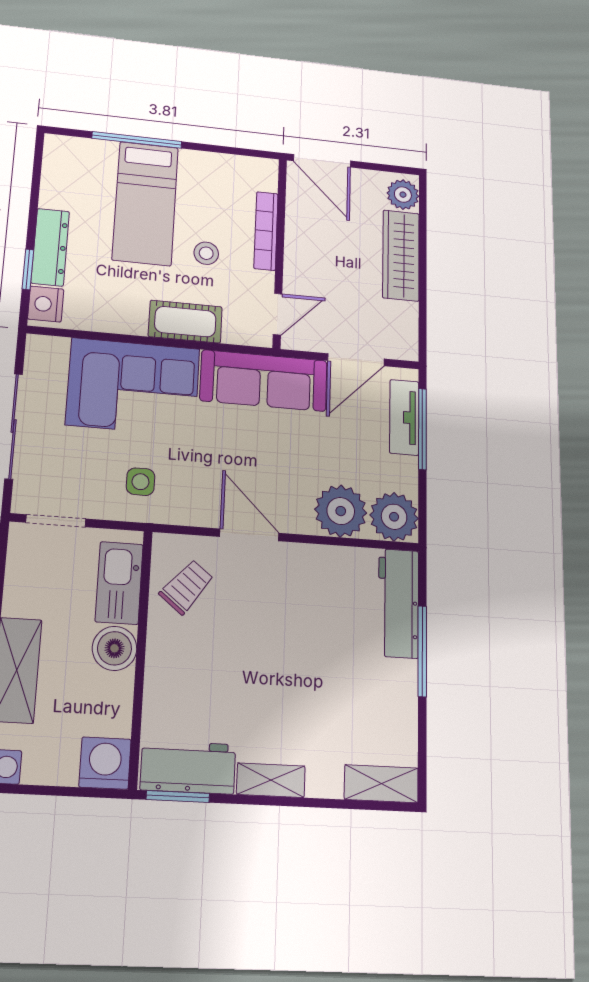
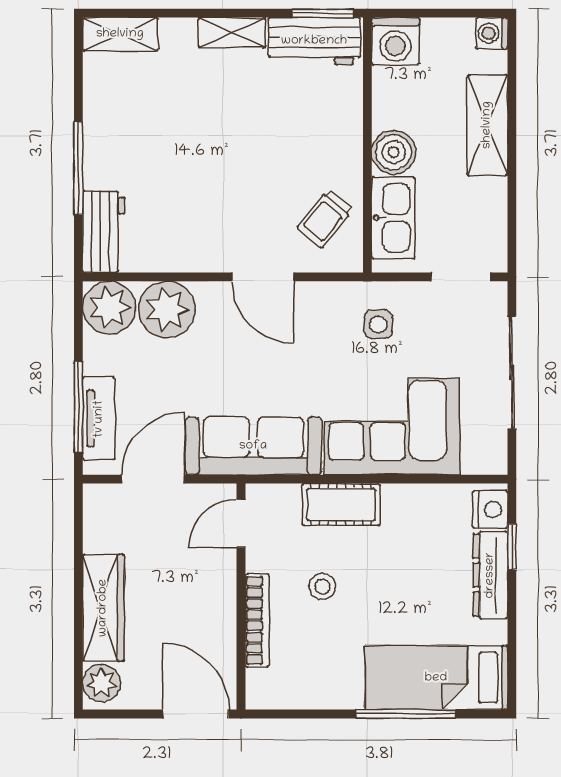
bed: (145, 203) -> (436, 678), moved, turned -90
workbench: (399, 603) -> (104, 232), width x0.73

